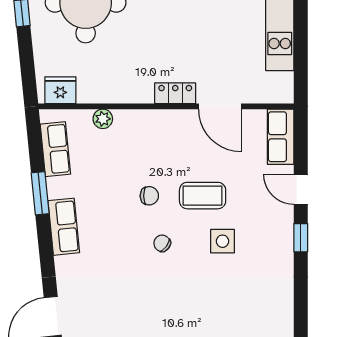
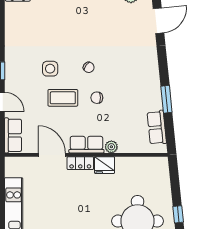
fridge: (60, 90) -> (104, 165), moved
plant: (103, 119) -> (111, 147), moved
row of seats: (64, 227) -> (86, 145), moved, turned 96

